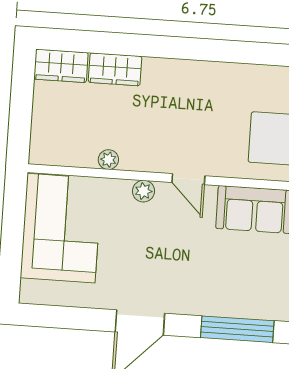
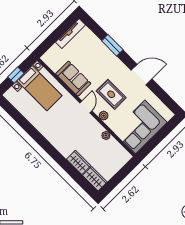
rug: (163, 241) -> (111, 94), added
window: (237, 329) -> (112, 45), width x0.69

